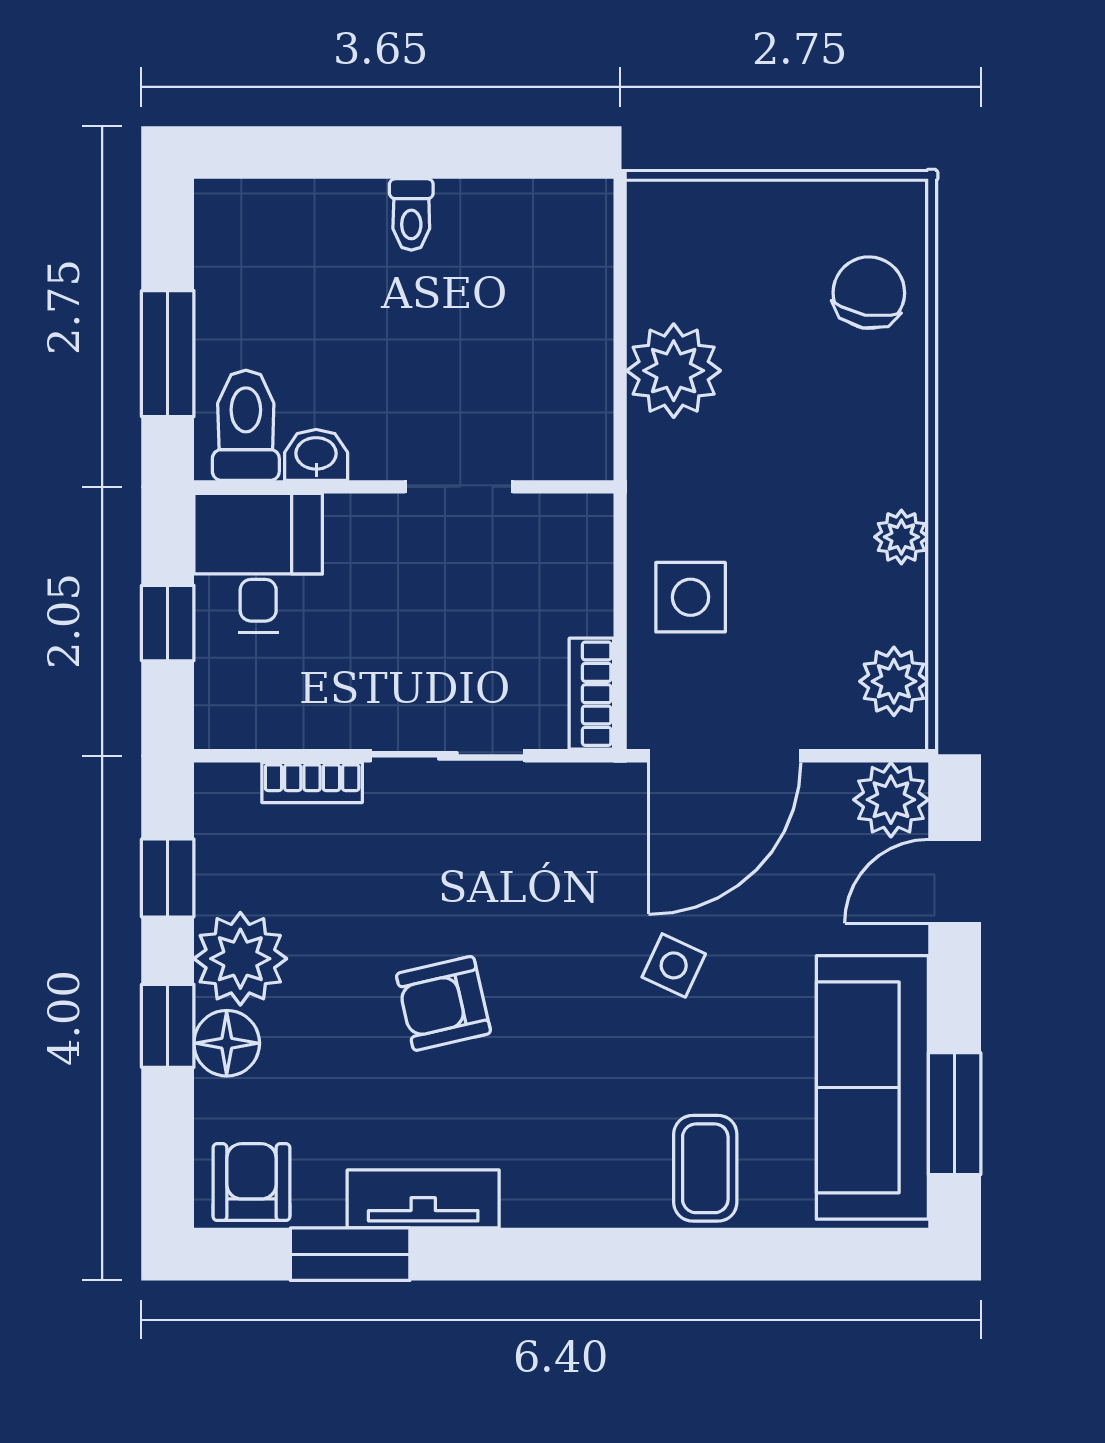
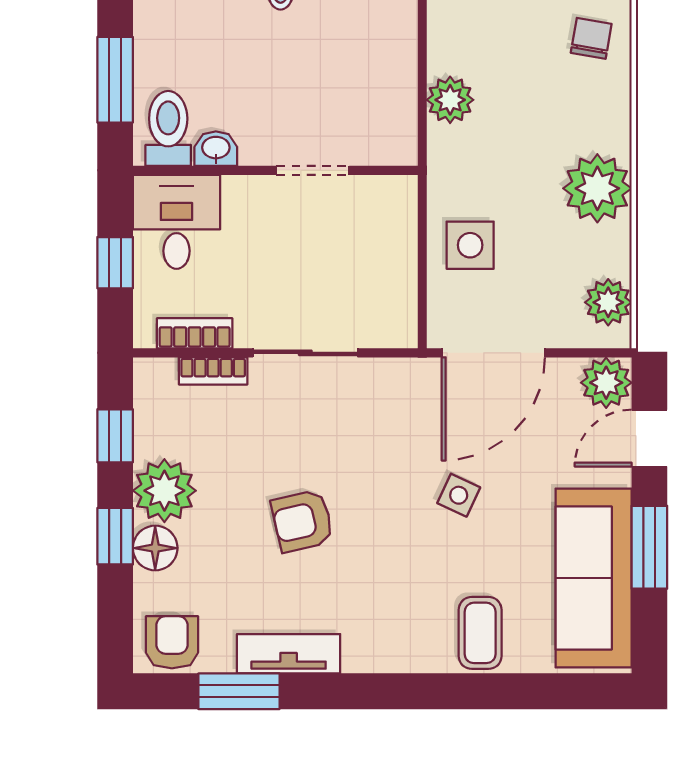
chair: (869, 293) -> (591, 38), width x0.73, depth x0.73
plant: (674, 371) -> (450, 100), width x0.73, depth x0.73
plant: (901, 537) -> (597, 188), width x1.88, depth x1.88
bookcase: (591, 694) -> (195, 333), moved, turned 90
window: (955, 1114) -> (649, 547), moved

